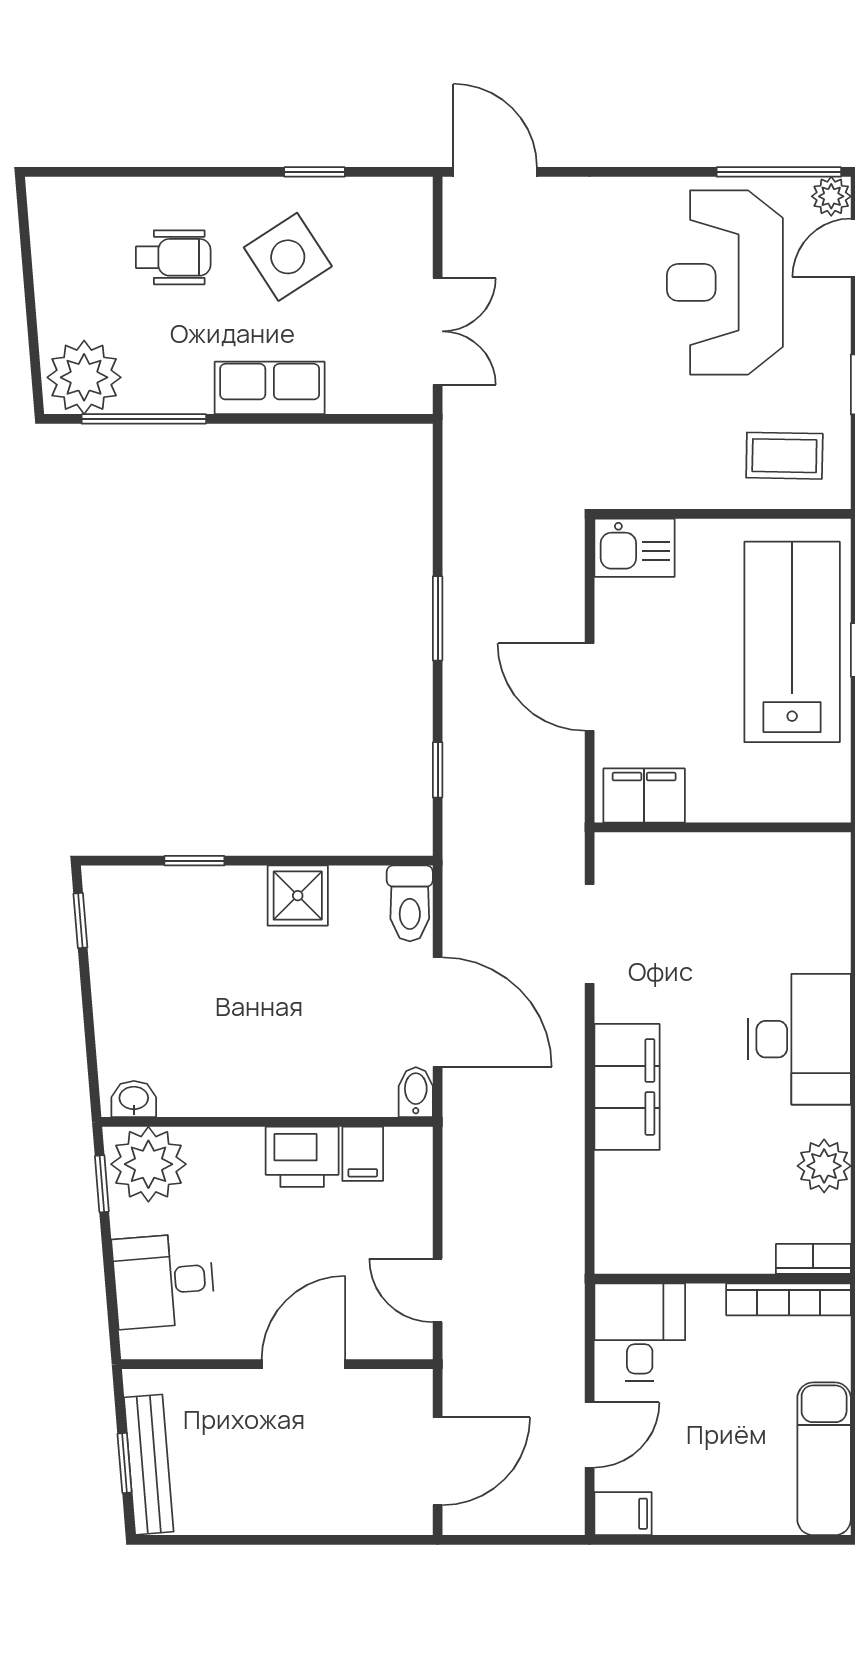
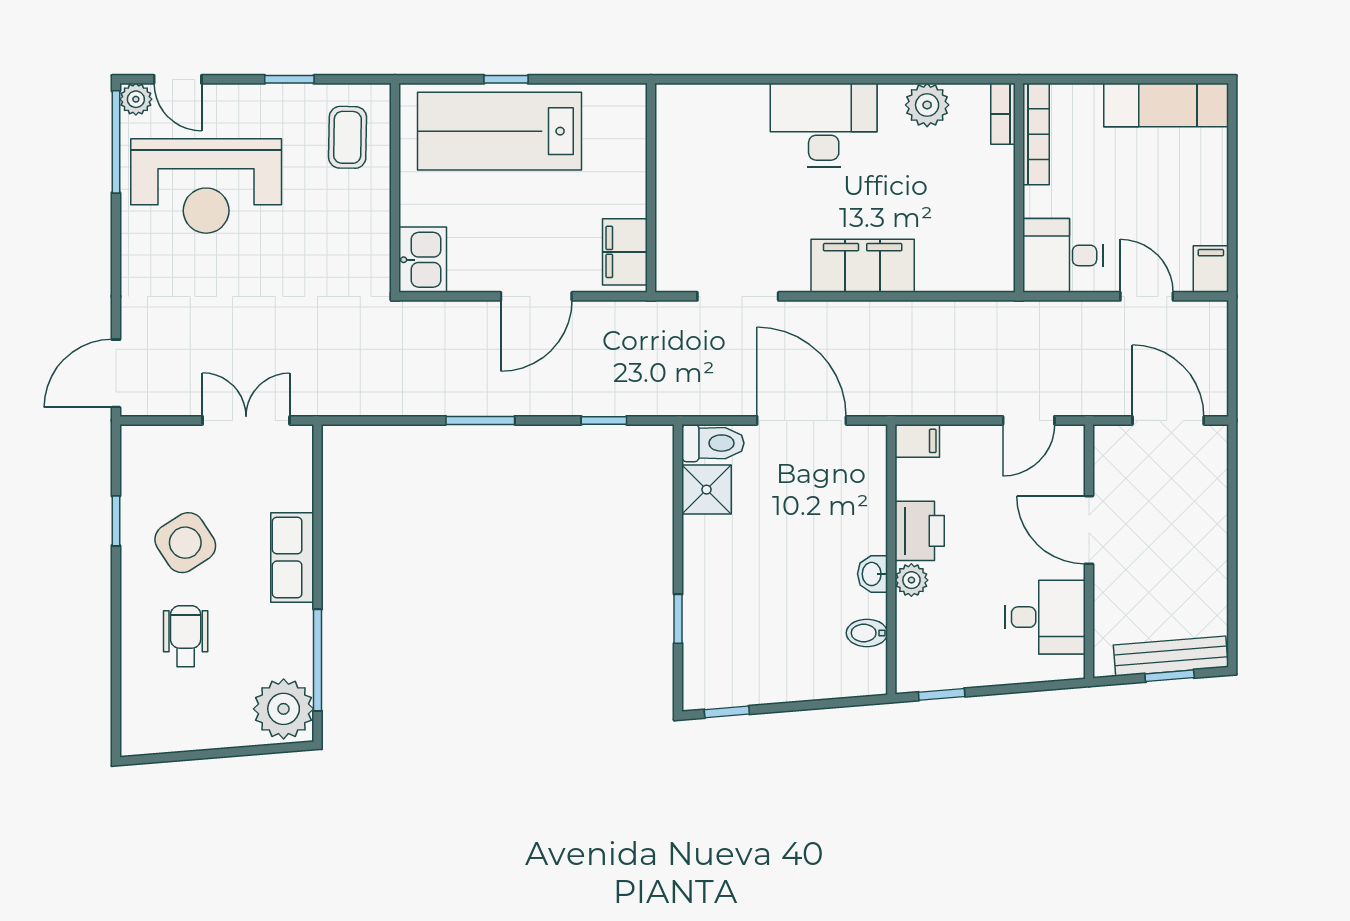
shower: (298, 896) -> (706, 490), moved
door: (438, 1012) -> (802, 420), hinge flipped
bidet: (416, 1092) -> (867, 633), moved
washbasin: (134, 1099) -> (873, 574), moved
filing cabinet: (363, 1154) -> (917, 441), moved
plant: (148, 1164) -> (911, 580), moved, width x0.53, depth x0.53
desk: (164, 1281) -> (1045, 617), moved, turned -85

